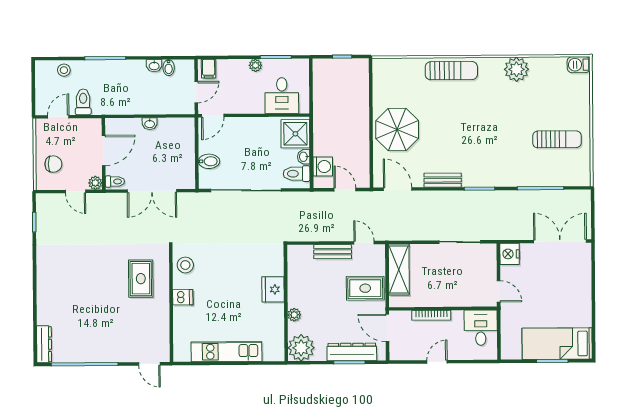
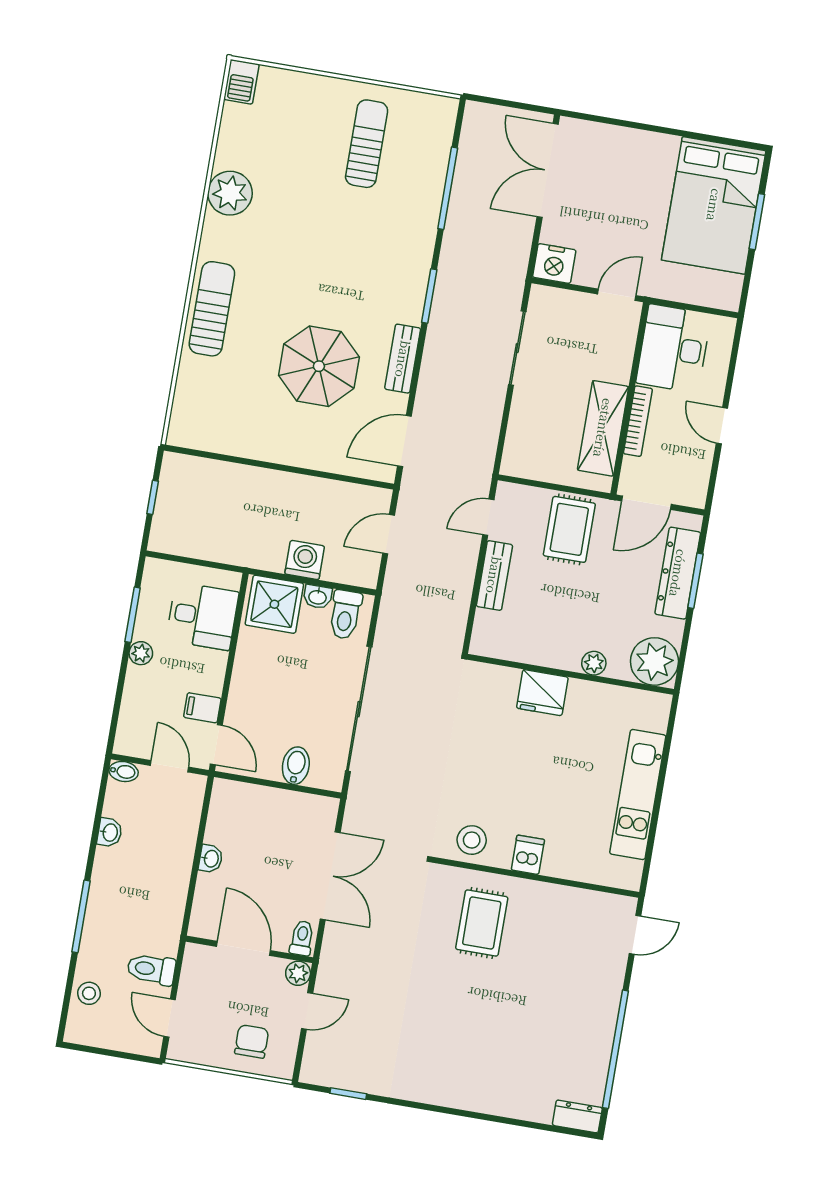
bidet: (169, 68) -> (124, 772), moved
filing cabinet: (209, 69) -> (202, 708), moved, turned 180
parasol: (397, 129) -> (319, 366), moved
washing machine: (323, 167) -> (305, 560), moved
shelving: (399, 269) -> (603, 428), moved, turned 90
rug: (141, 279) -> (482, 923), turned 90
desk: (481, 328) -> (674, 349), width x1.37
dresser: (44, 344) -> (577, 1116), width x0.70
bed: (557, 344) -> (714, 205), width x1.50

